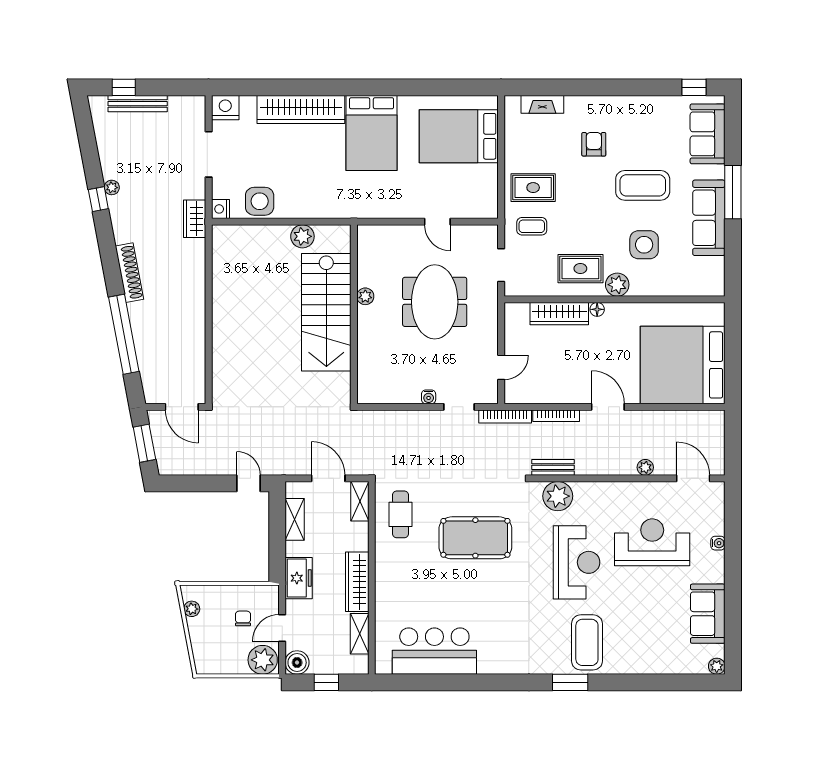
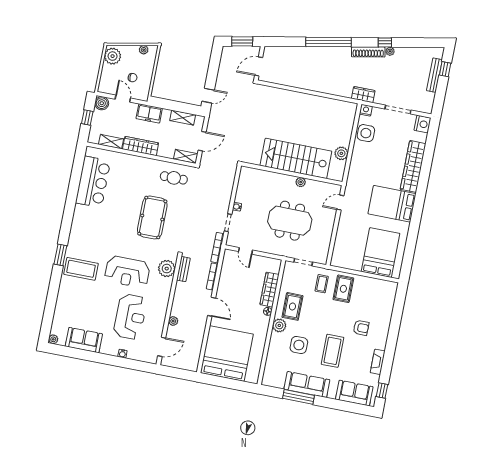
fireplace: (542, 104) -> (378, 362), moved
window: (733, 192) -> (298, 397), moved
door: (437, 222) -> (340, 203), moved
shoe rack: (129, 273) -> (368, 52), moved
window: (124, 334) -> (328, 42), moved
door: (608, 407) -> (212, 307), hinge flipped
plant: (263, 660) -> (113, 56), moved

